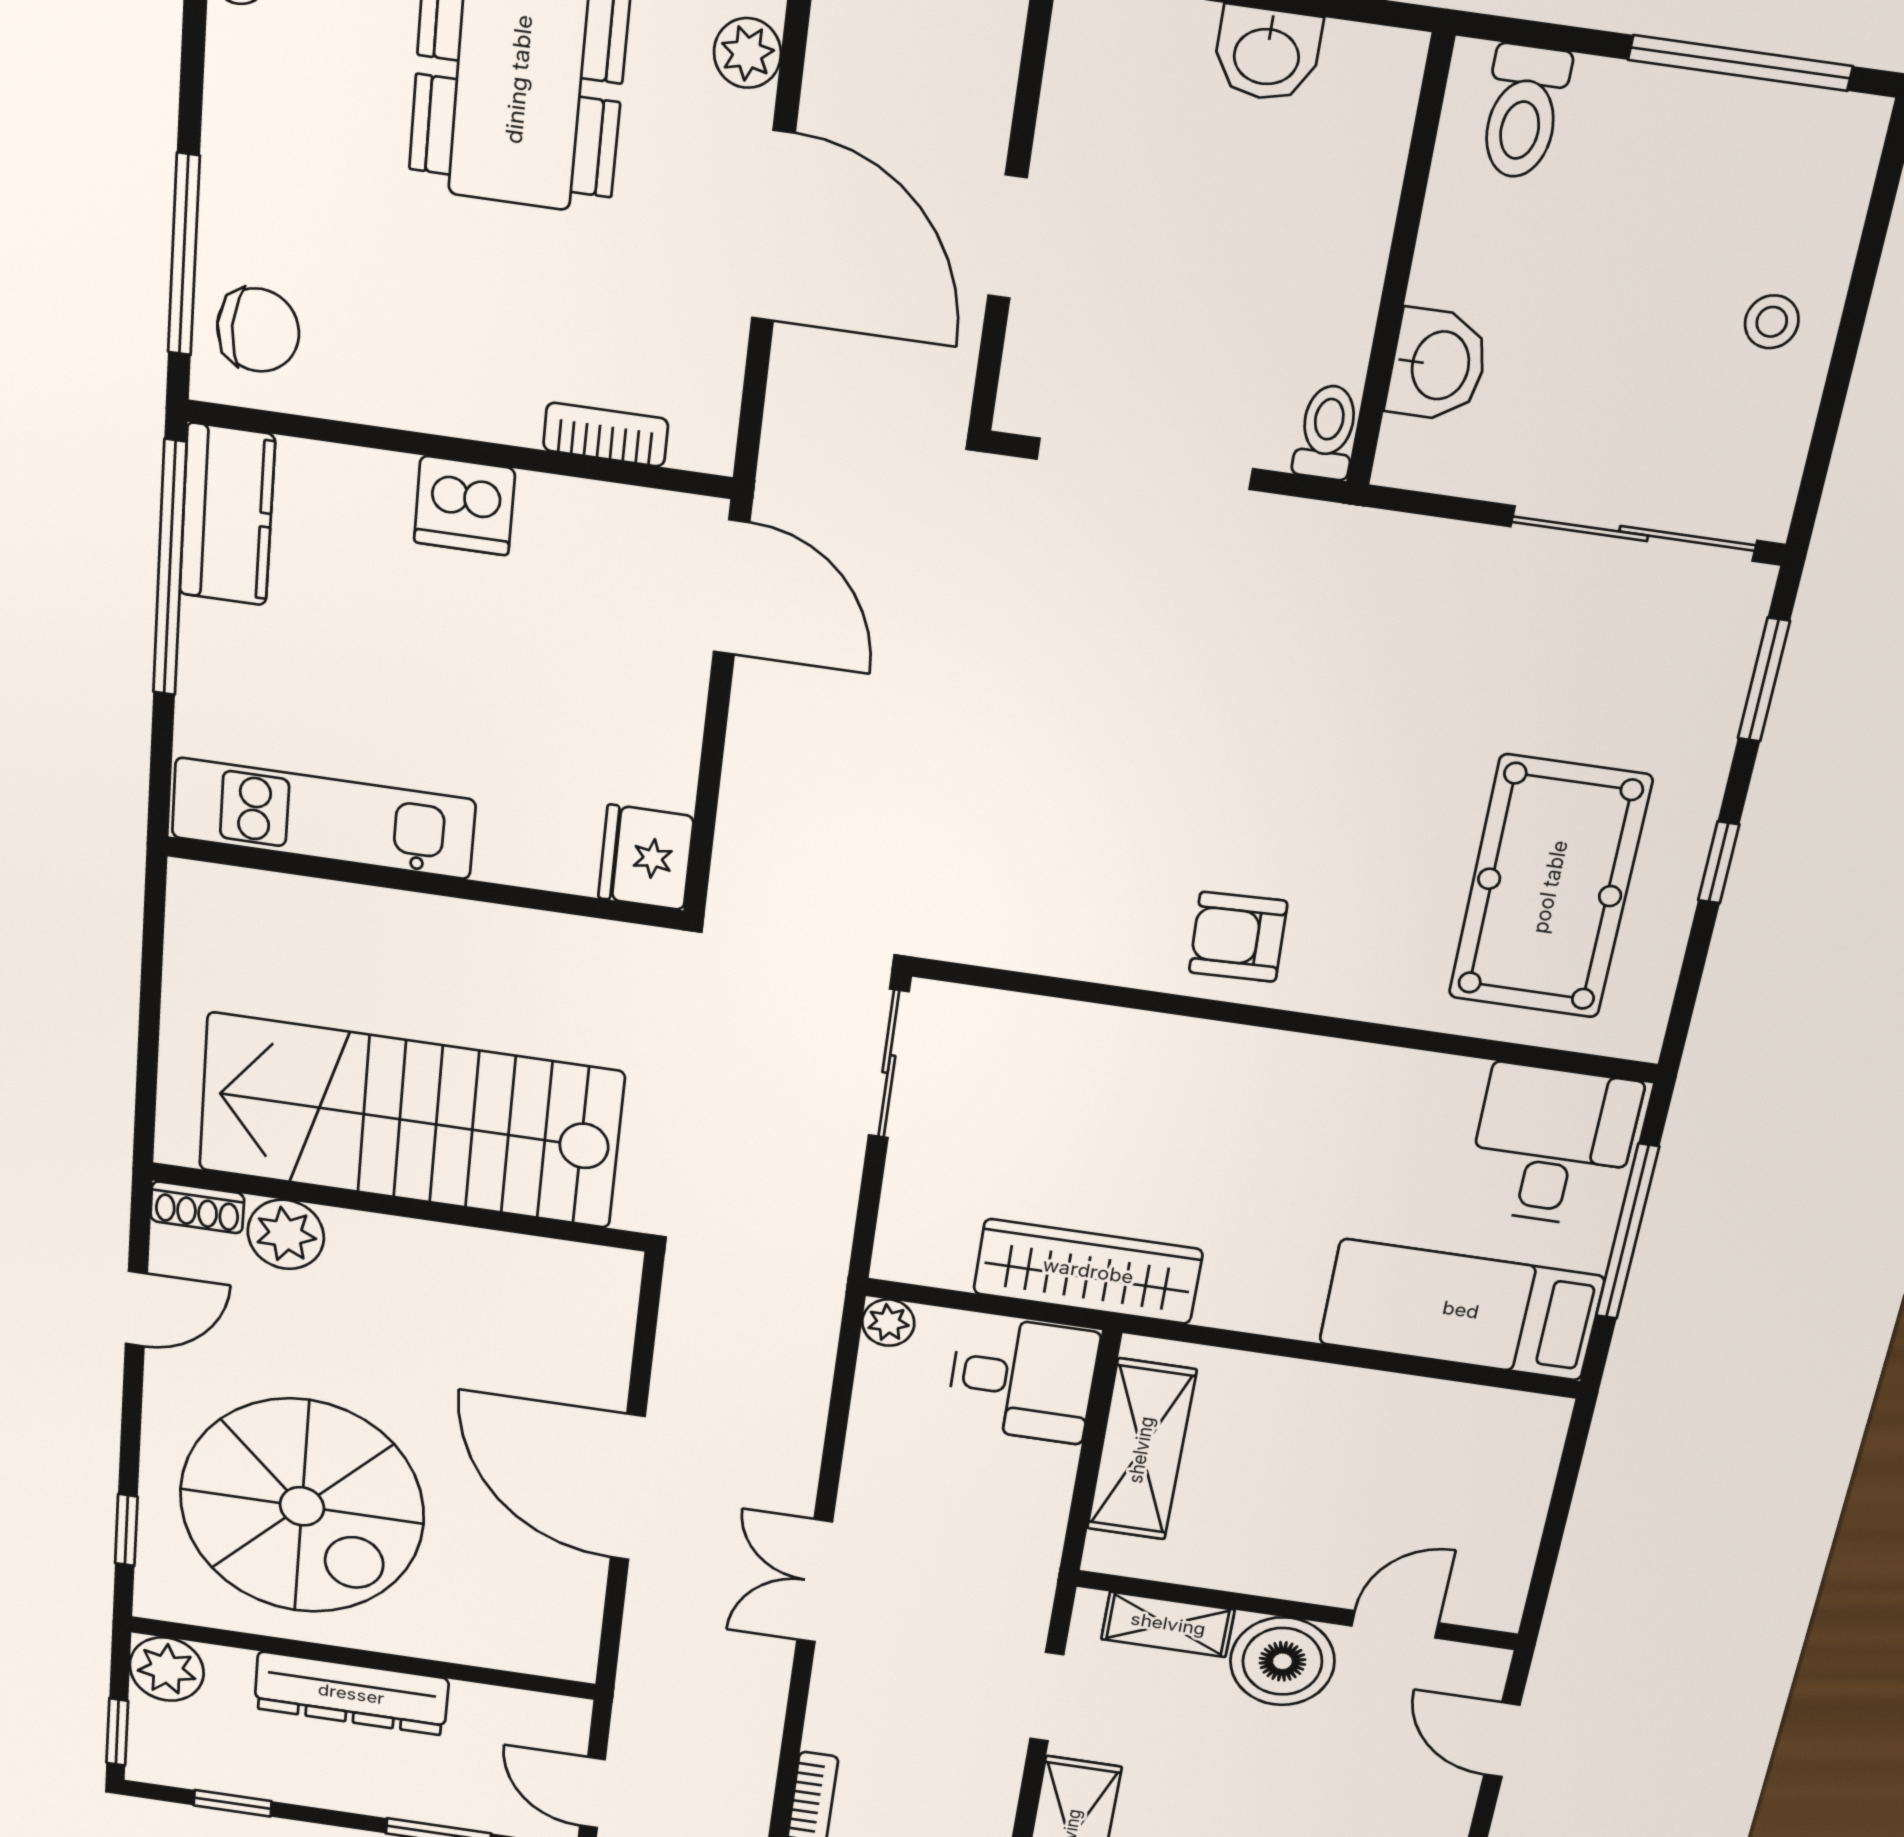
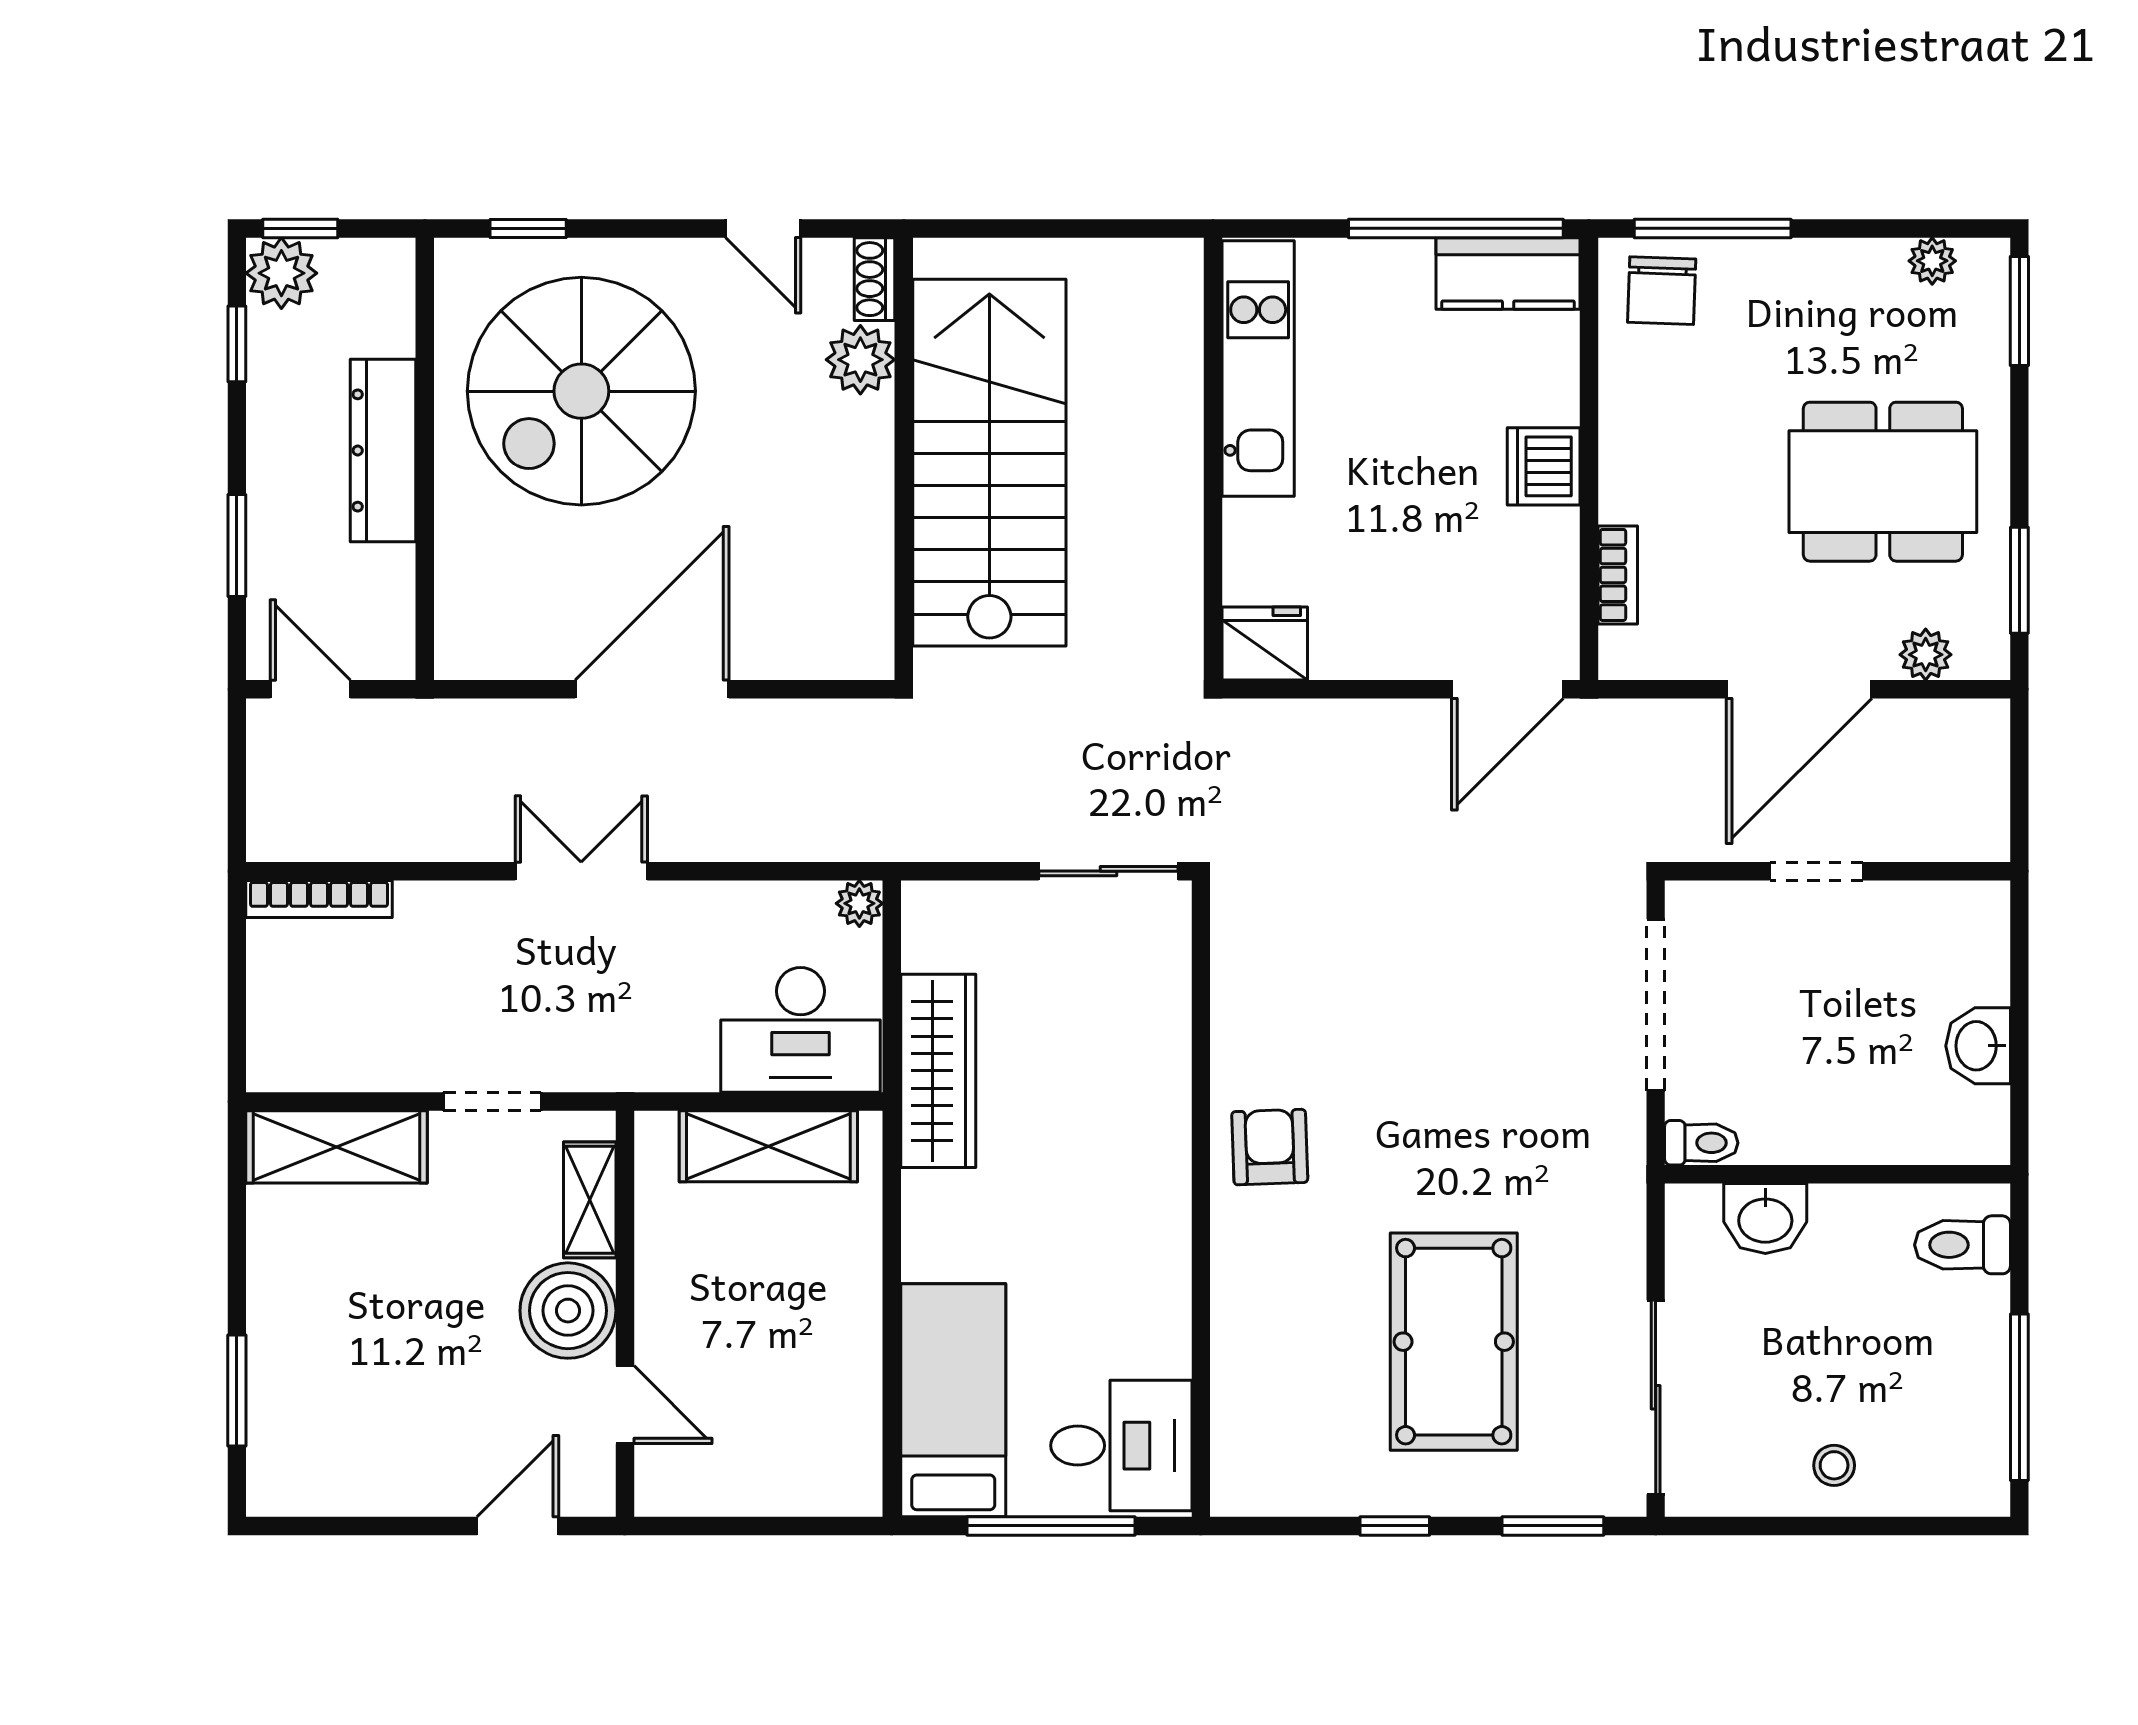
pool table: (1550, 887) -> (1454, 1342), moved, turned 90
desk: (1023, 1379) -> (801, 1030), width x1.37
plant: (167, 1669) -> (281, 273), moved
door: (592, 1793) -> (310, 689), hinge flipped

